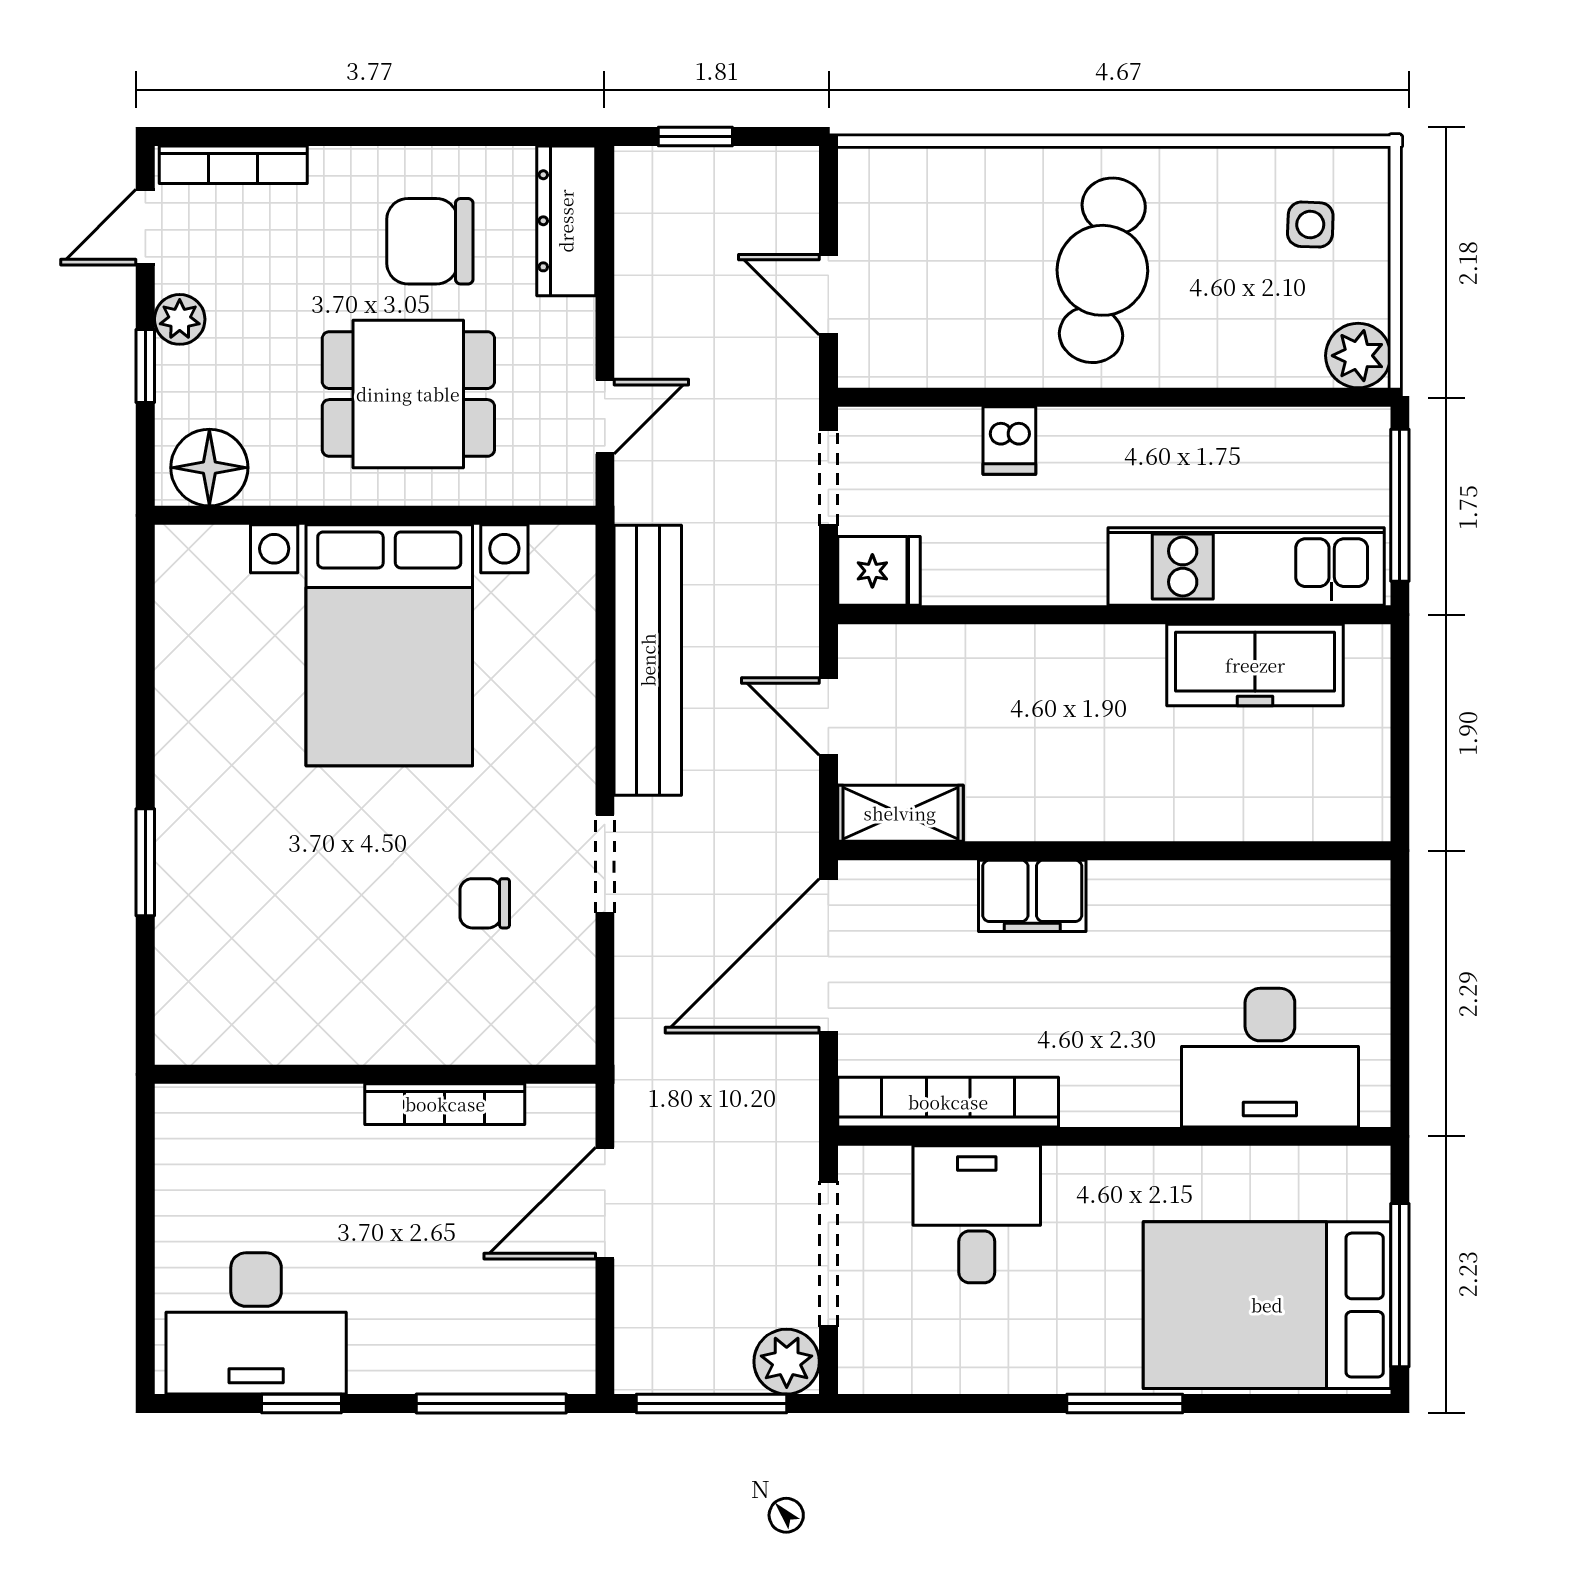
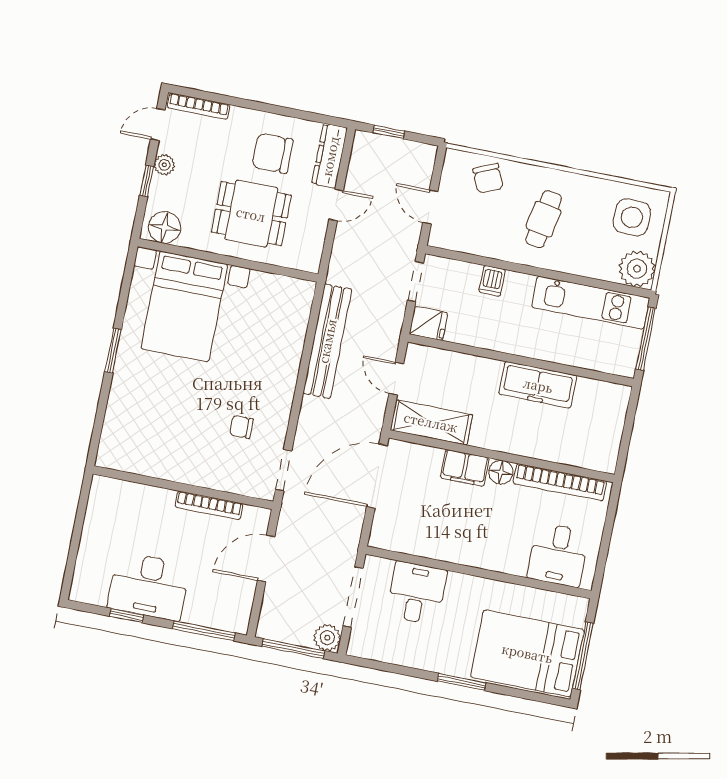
chair: (952, 200) -> (488, 178), added
side table: (1310, 225) -> (632, 217), width x1.87, depth x1.87
cafe table: (1102, 270) -> (544, 219), width x0.73, depth x0.74
plant: (1358, 356) -> (637, 269), width x1.36, depth x1.36
door: (605, 417) -> (336, 205), moved
kitchen unit: (1246, 567) -> (591, 303), moved, turned 180
bed with nightstands: (389, 645) -> (184, 307), moved
freezer: (1255, 665) -> (538, 385), moved
shelving: (900, 813) -> (431, 422), width x1.50, depth x1.33
window: (145, 862) -> (113, 351), moved
doorway: (605, 864) -> (284, 470), moved
floor lamp: (1120, 889) -> (501, 472), added
desk: (1270, 1058) -> (558, 555), width x0.73
bookcase: (948, 1102) -> (560, 482), moved, turned 180
desk: (256, 1323) -> (149, 586), moved

